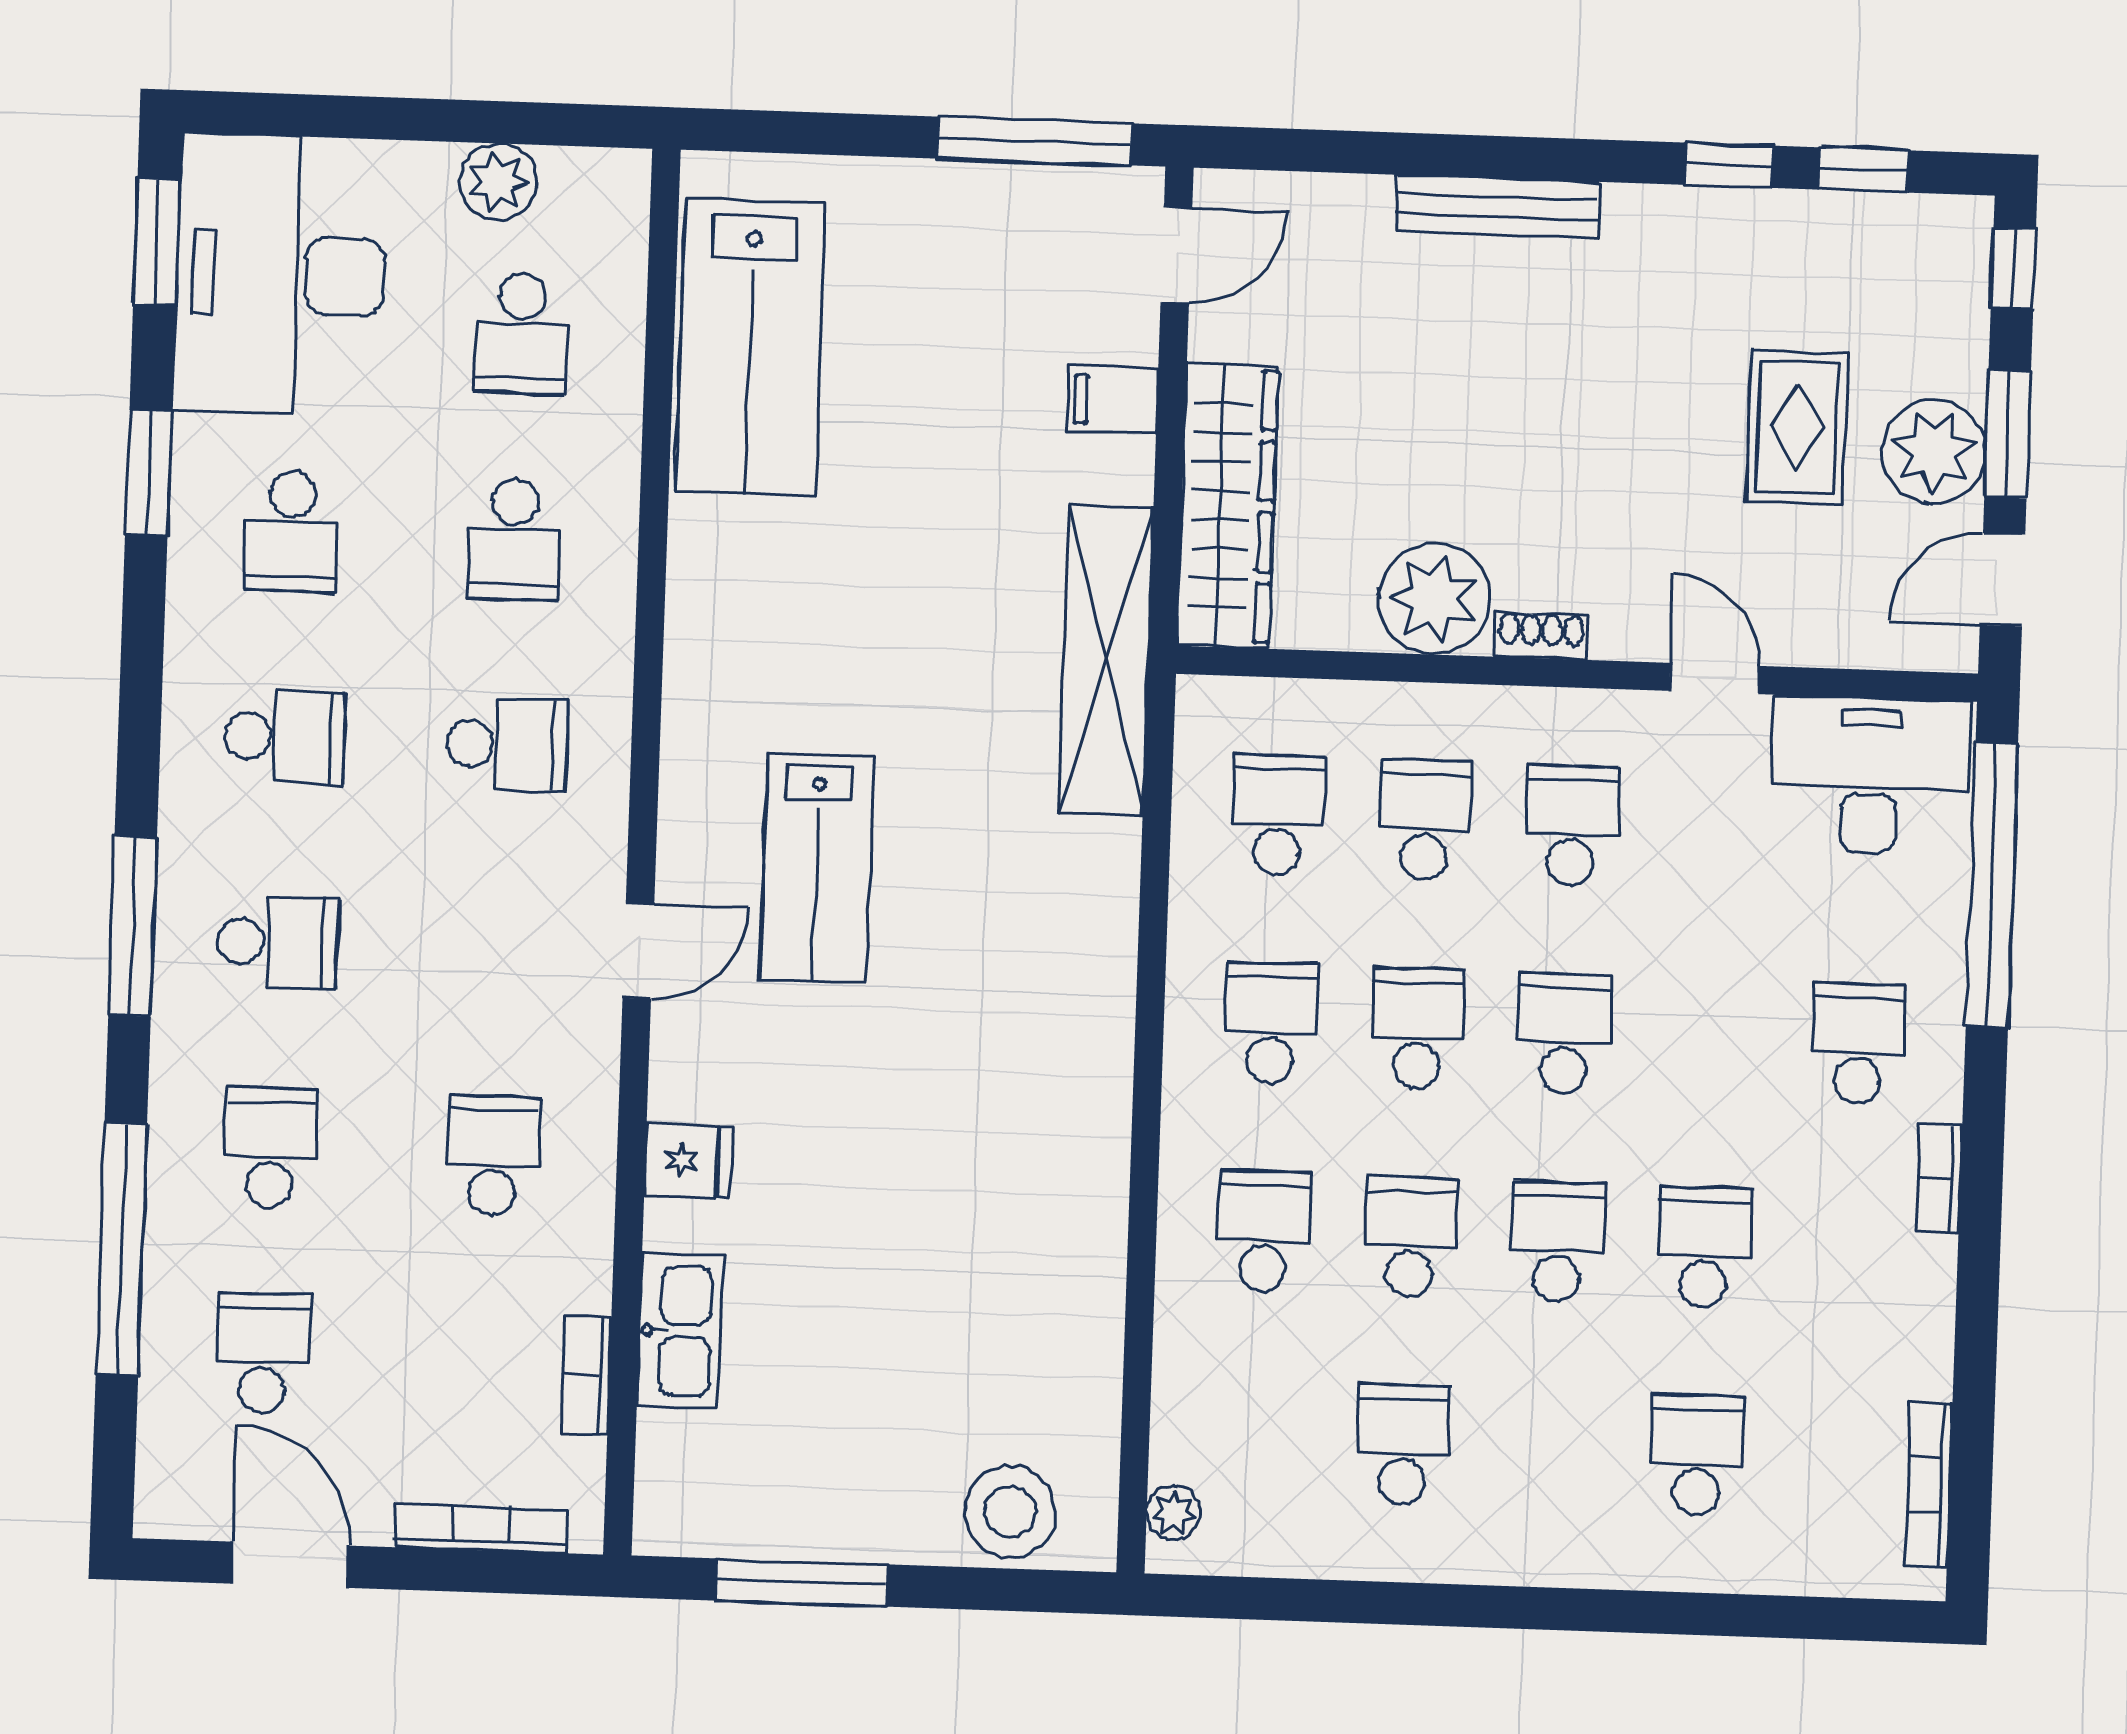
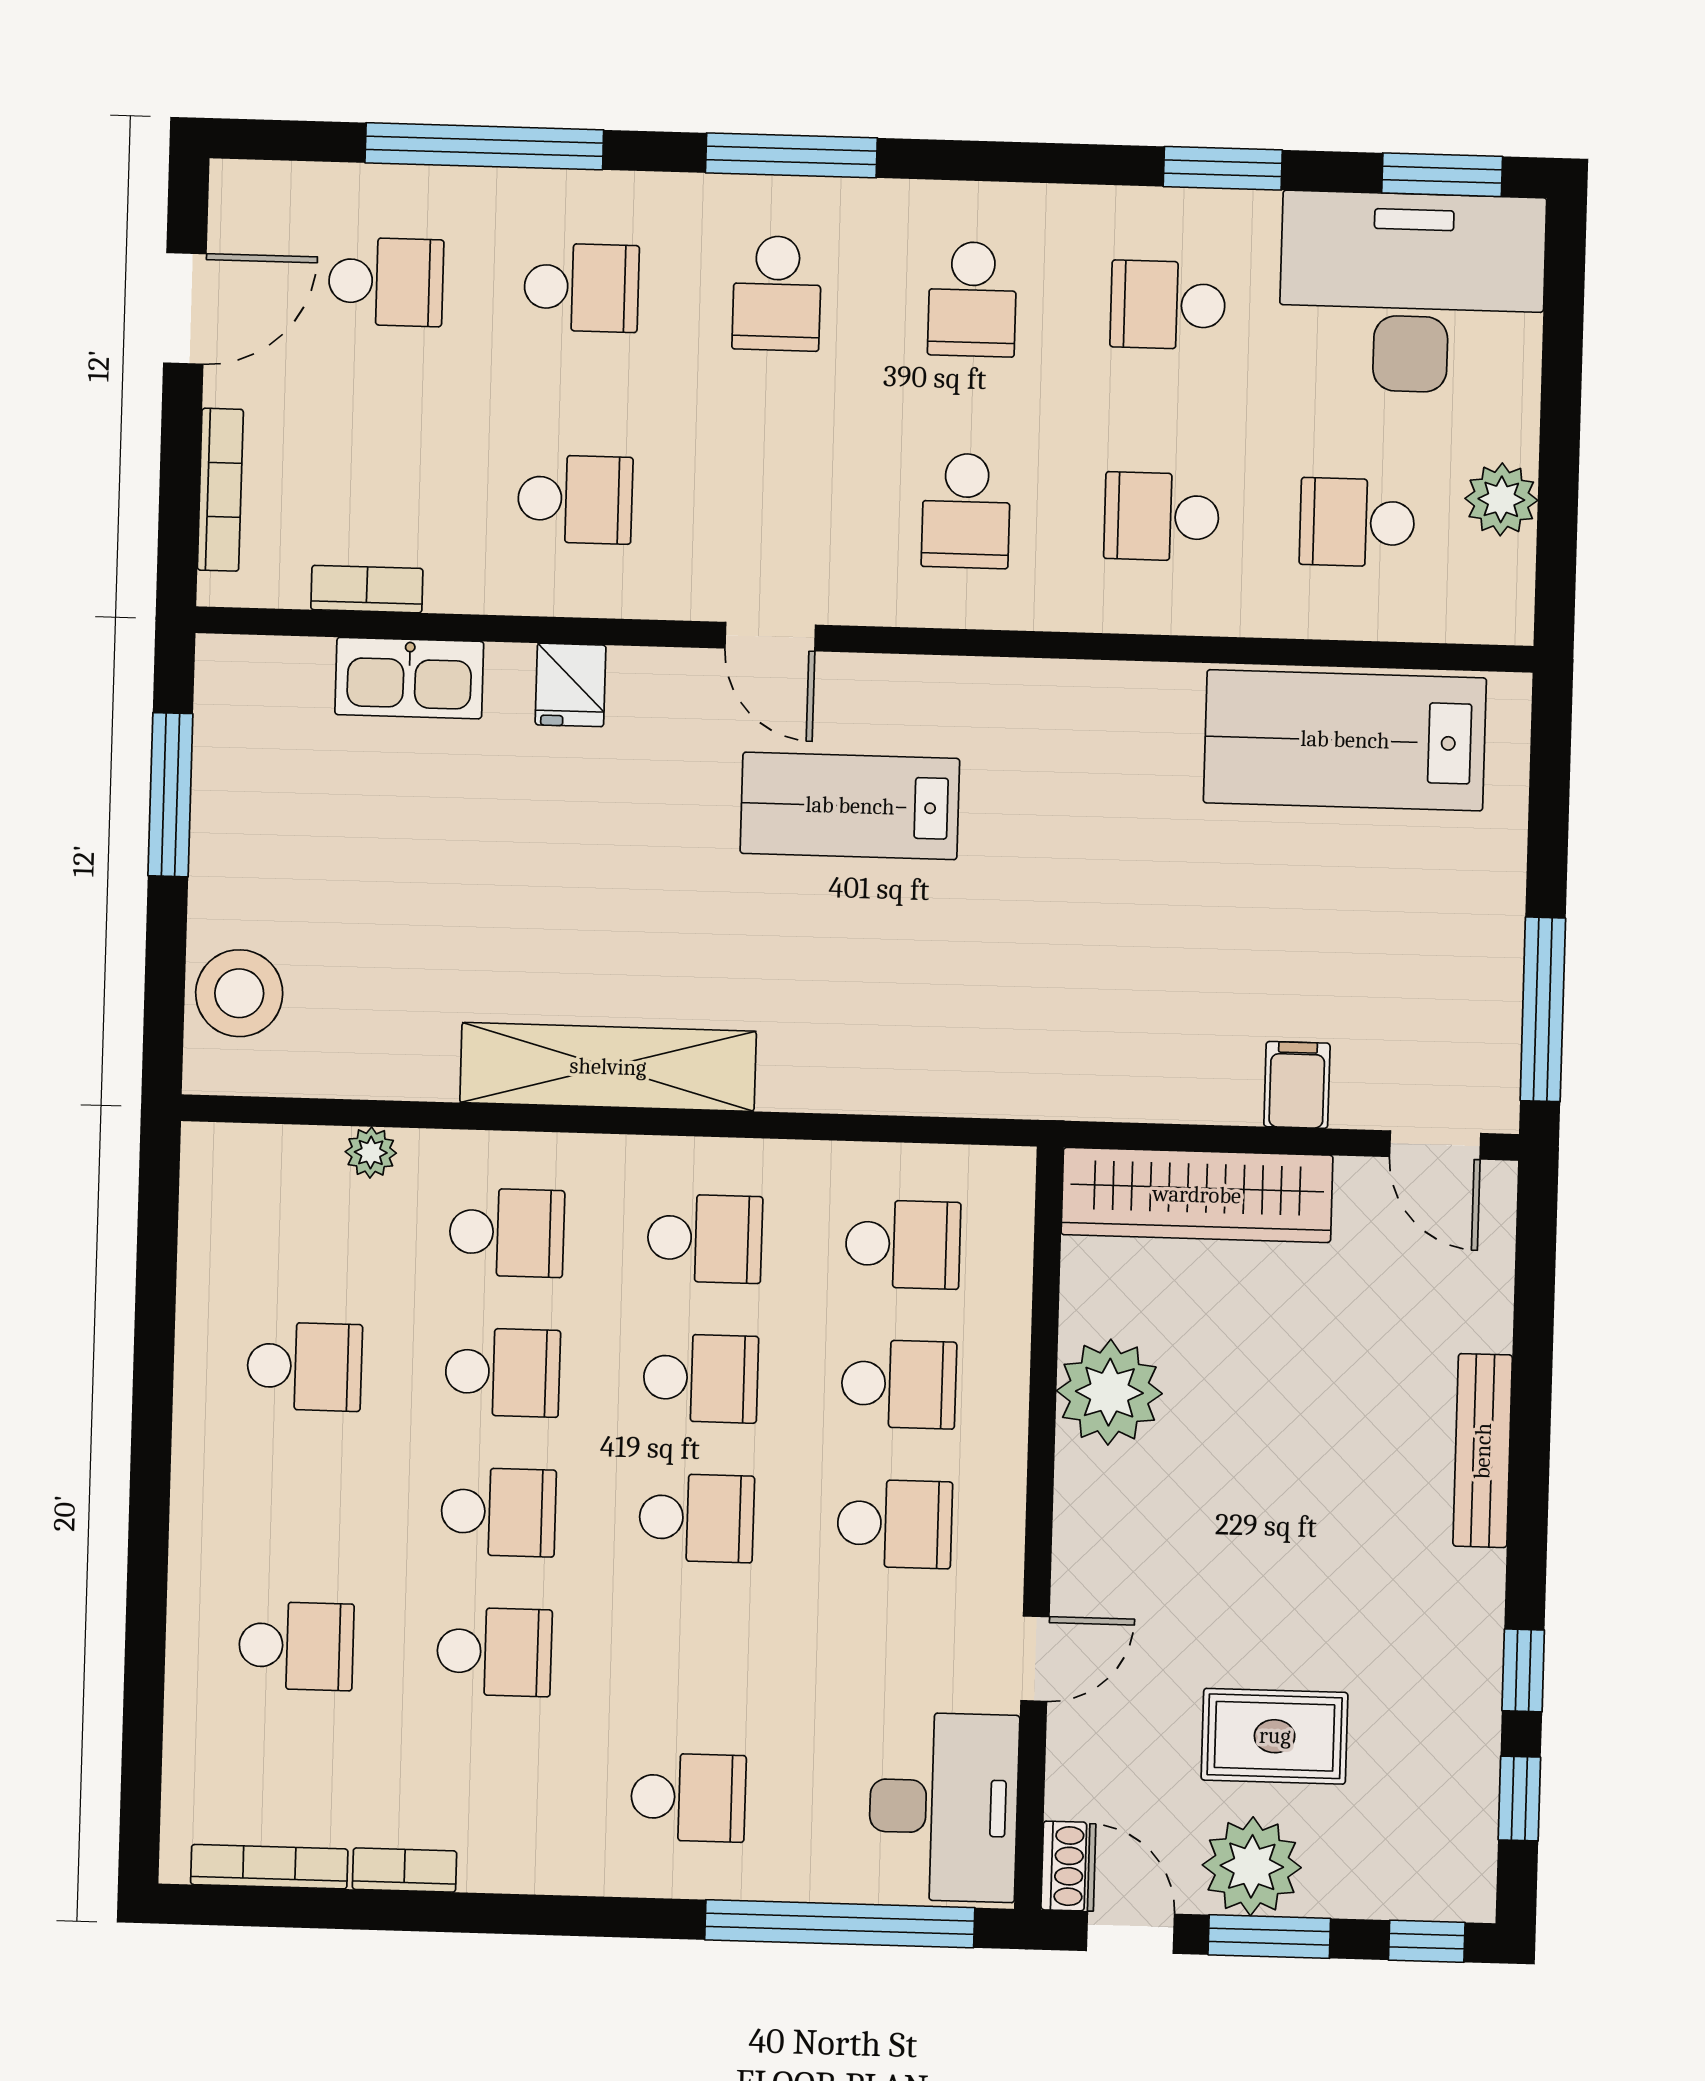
shoe rack: (1541, 636) -> (1064, 1866), moved
shelving: (1106, 661) -> (608, 1067), moved
bookcase: (1939, 1178) -> (404, 1870), moved
plant: (1174, 1513) -> (371, 1152), moved

